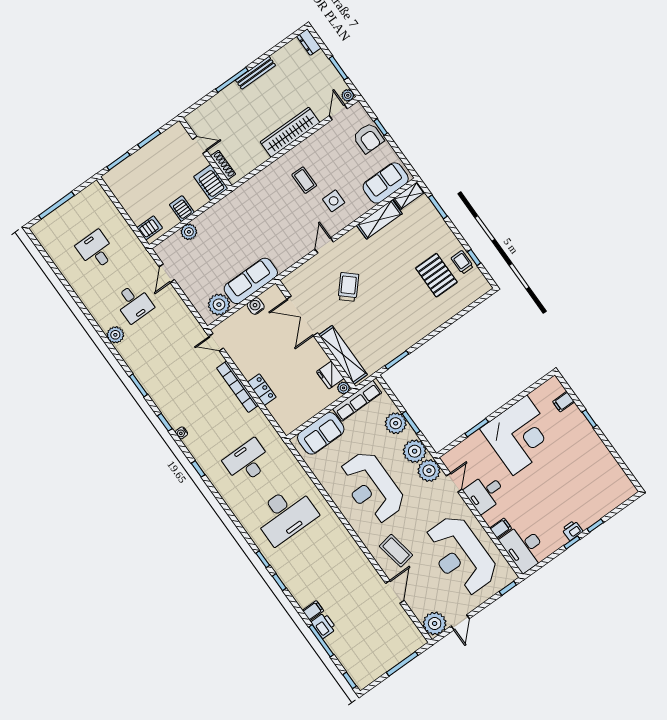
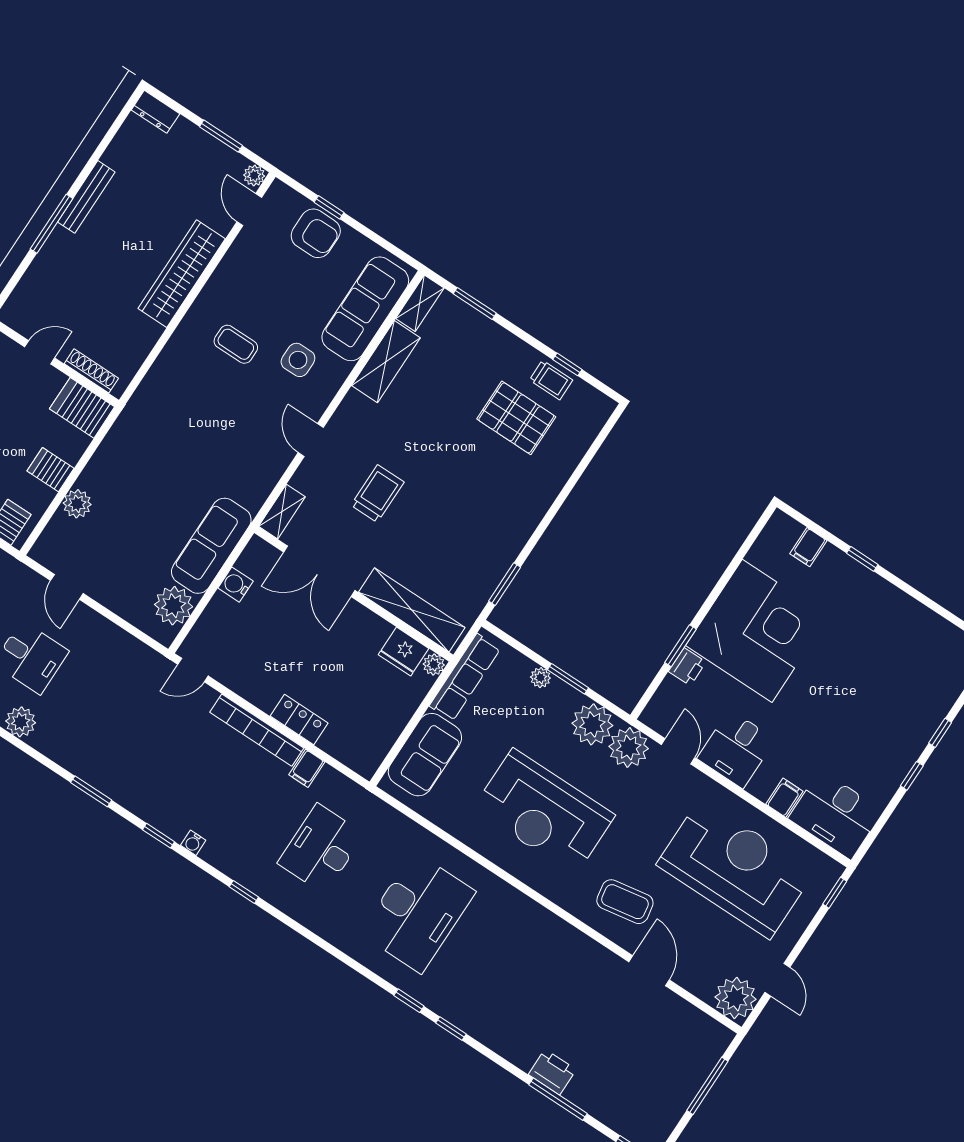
sofa: (386, 183) -> (365, 309), width x1.36
trolley: (462, 262) -> (551, 380), turned 180
shelving: (295, 277) -> (282, 512), added
trolley: (348, 287) -> (377, 494), turned 48
plant: (396, 423) -> (540, 678), width x0.53, depth x0.53
printer: (572, 530) -> (687, 667), moved, turned 180
reception desk: (461, 555) -> (735, 868), turned 180
filing cabinet: (313, 611) -> (307, 768), moved, turned 180

